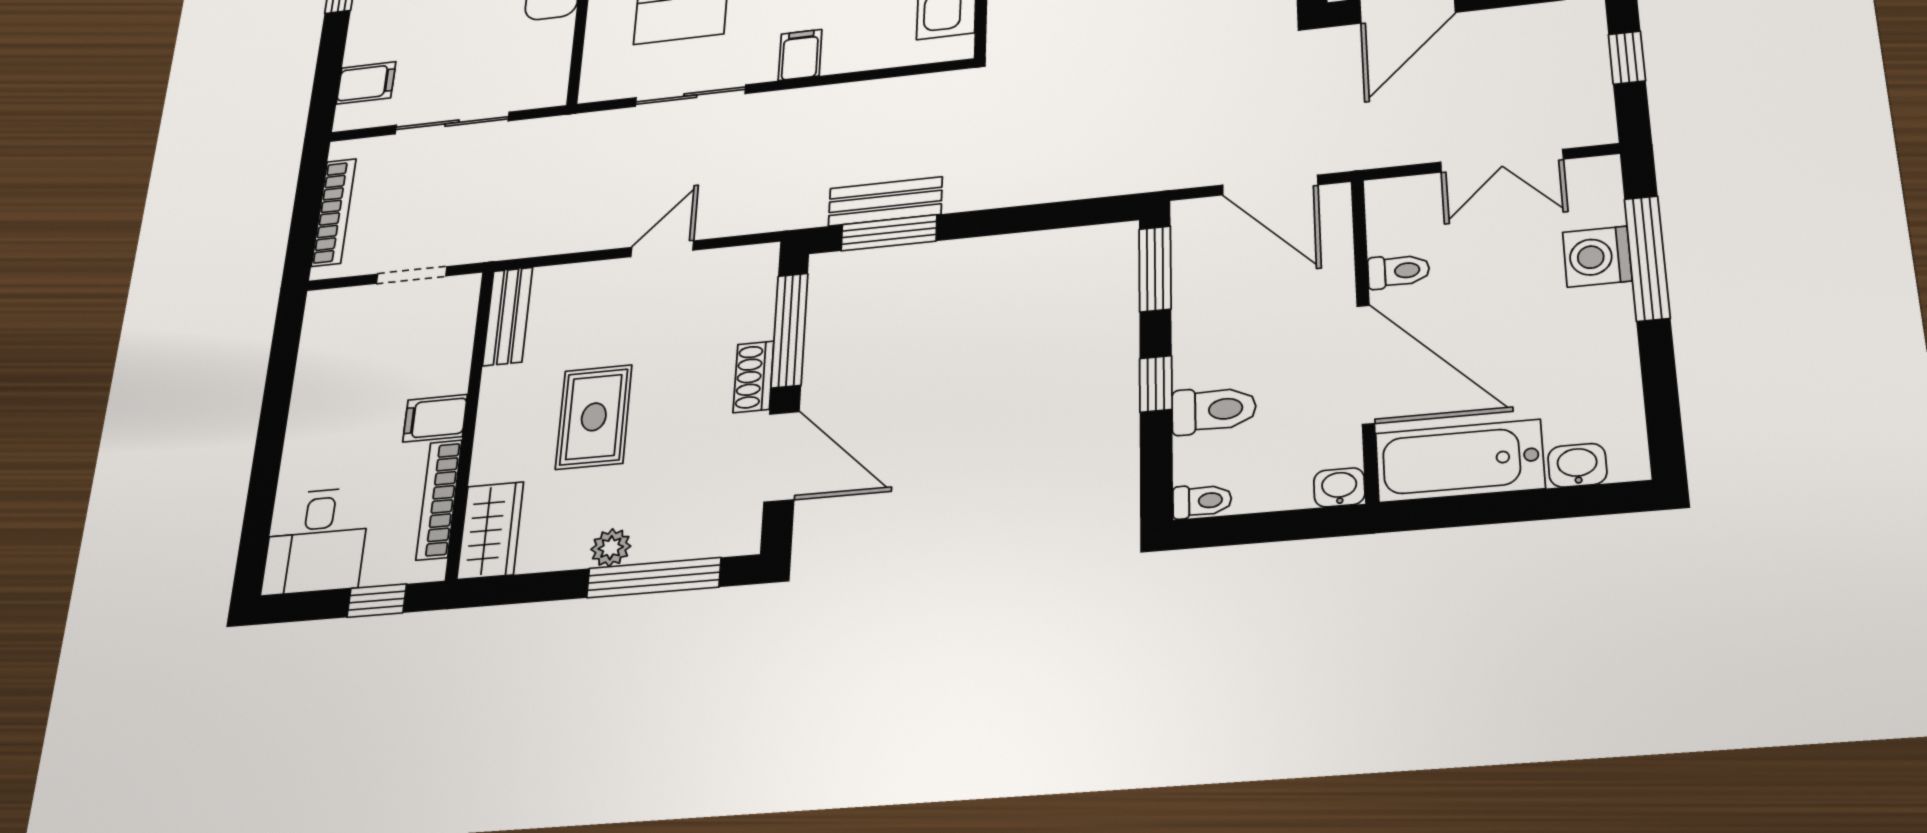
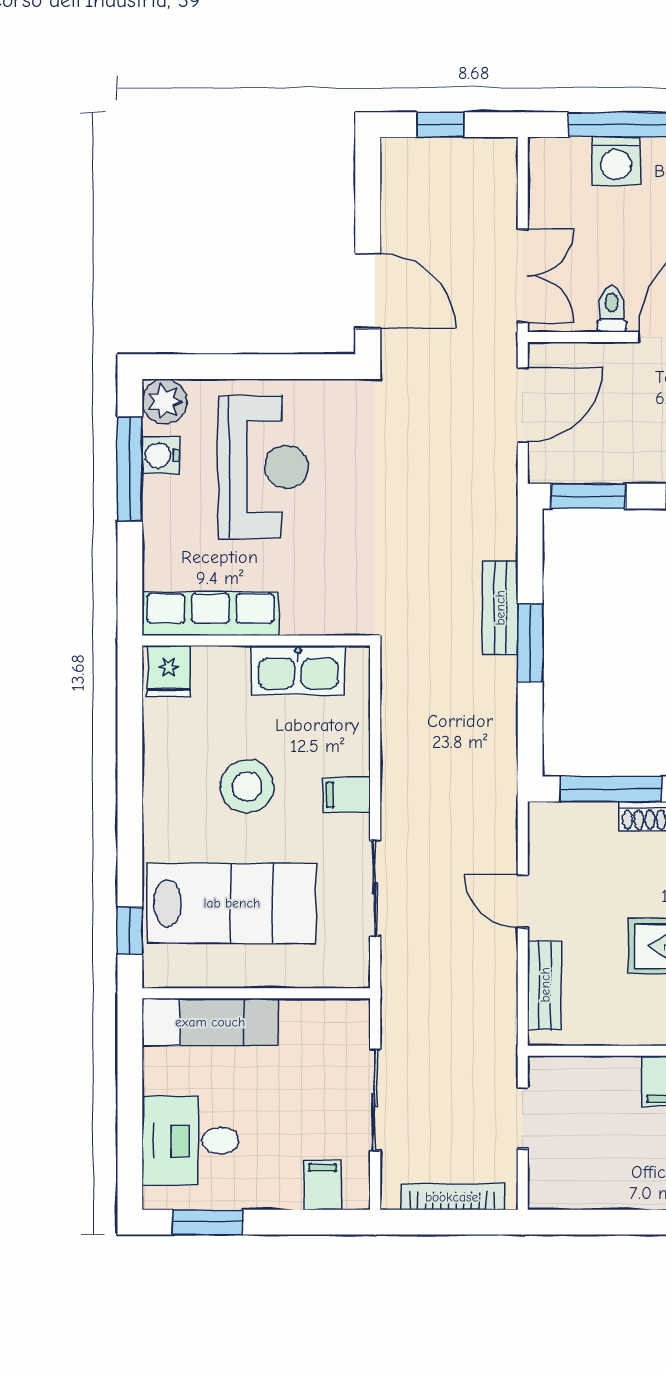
double door: (1502, 161) -> (523, 276), moved
bench: (885, 201) -> (500, 608), moved
window: (889, 233) -> (530, 643), moved
bench: (508, 316) -> (545, 985), moved, turned 90

